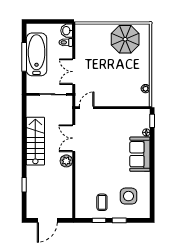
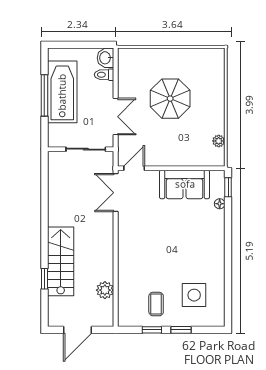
parasol: (125, 39) -> (170, 99), moved
double door: (74, 72) -> (116, 117), swing flipped
double door: (74, 138) -> (116, 193), moved
stairs: (35, 141) -> (61, 261), moved
sofa: (140, 154) -> (185, 184), moved, turned -90
plant: (66, 161) -> (105, 290), moved

